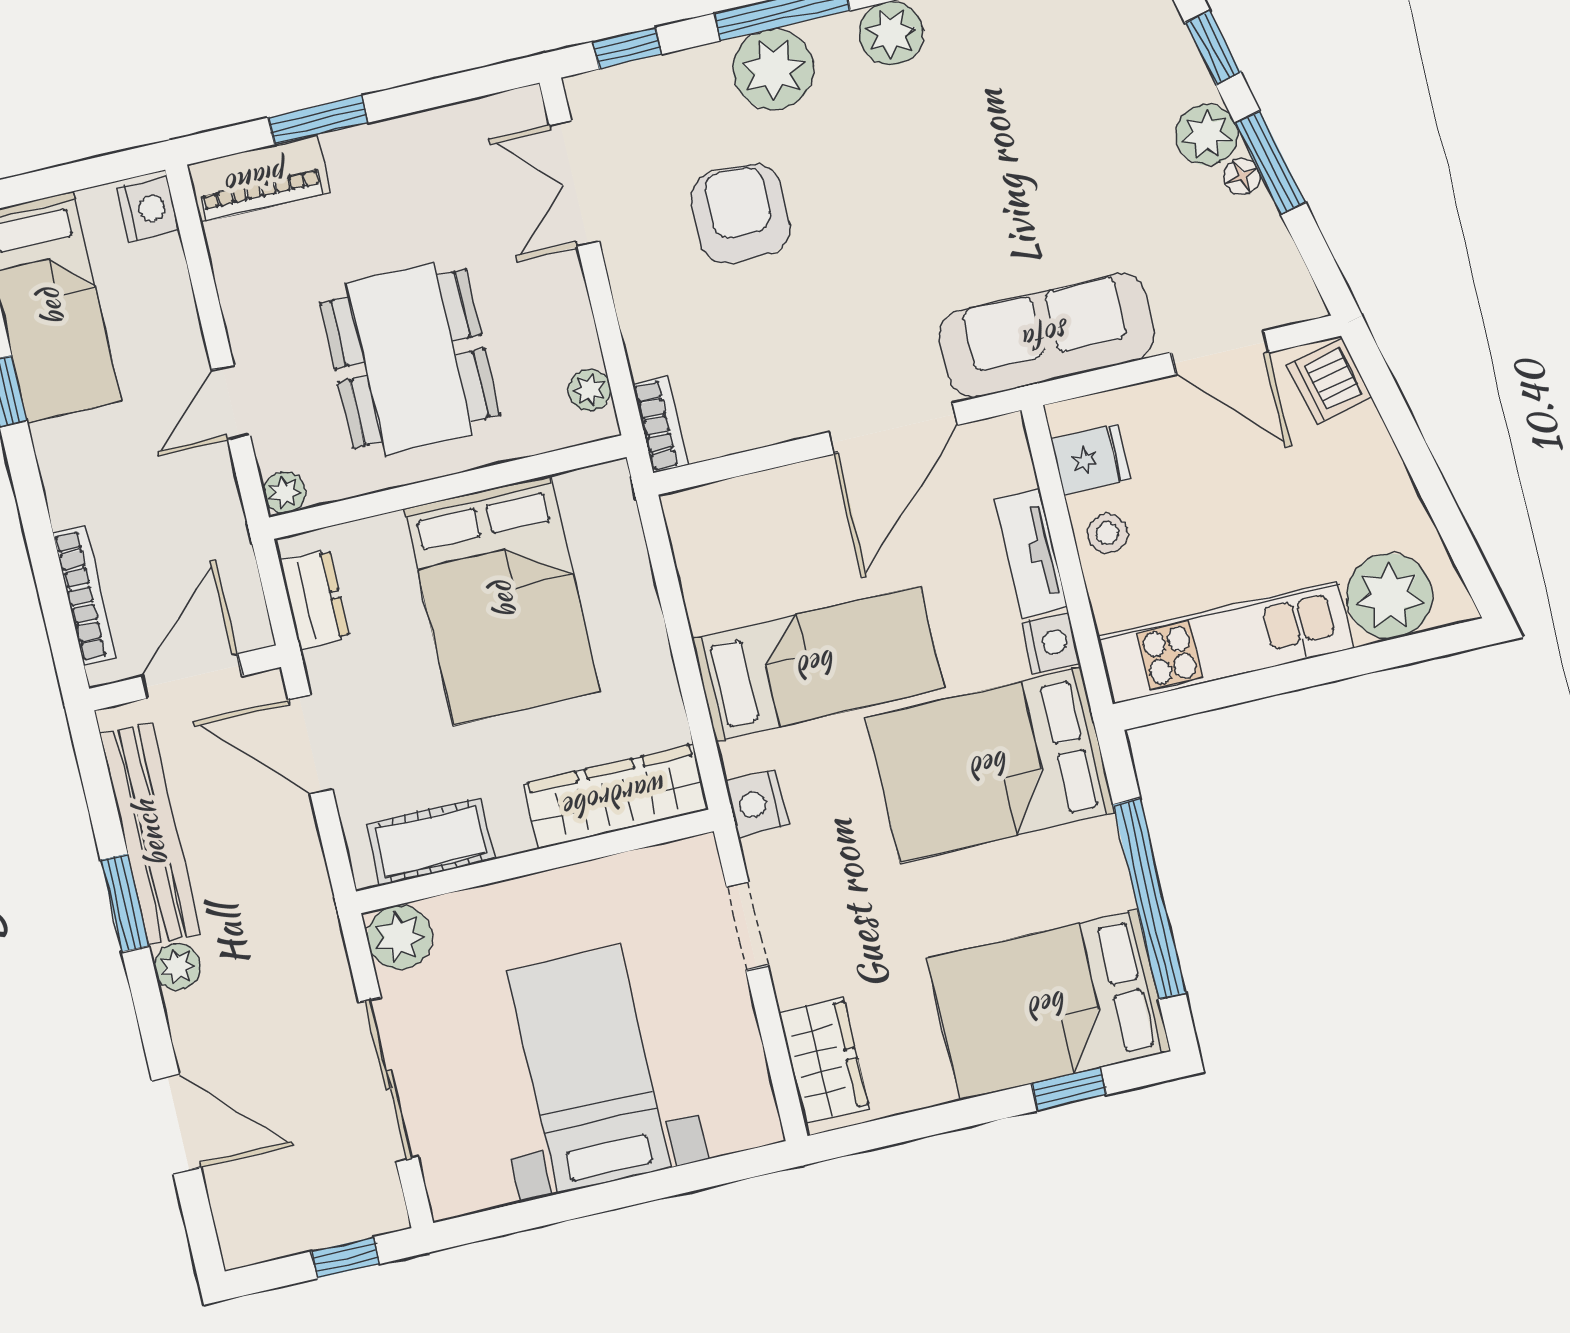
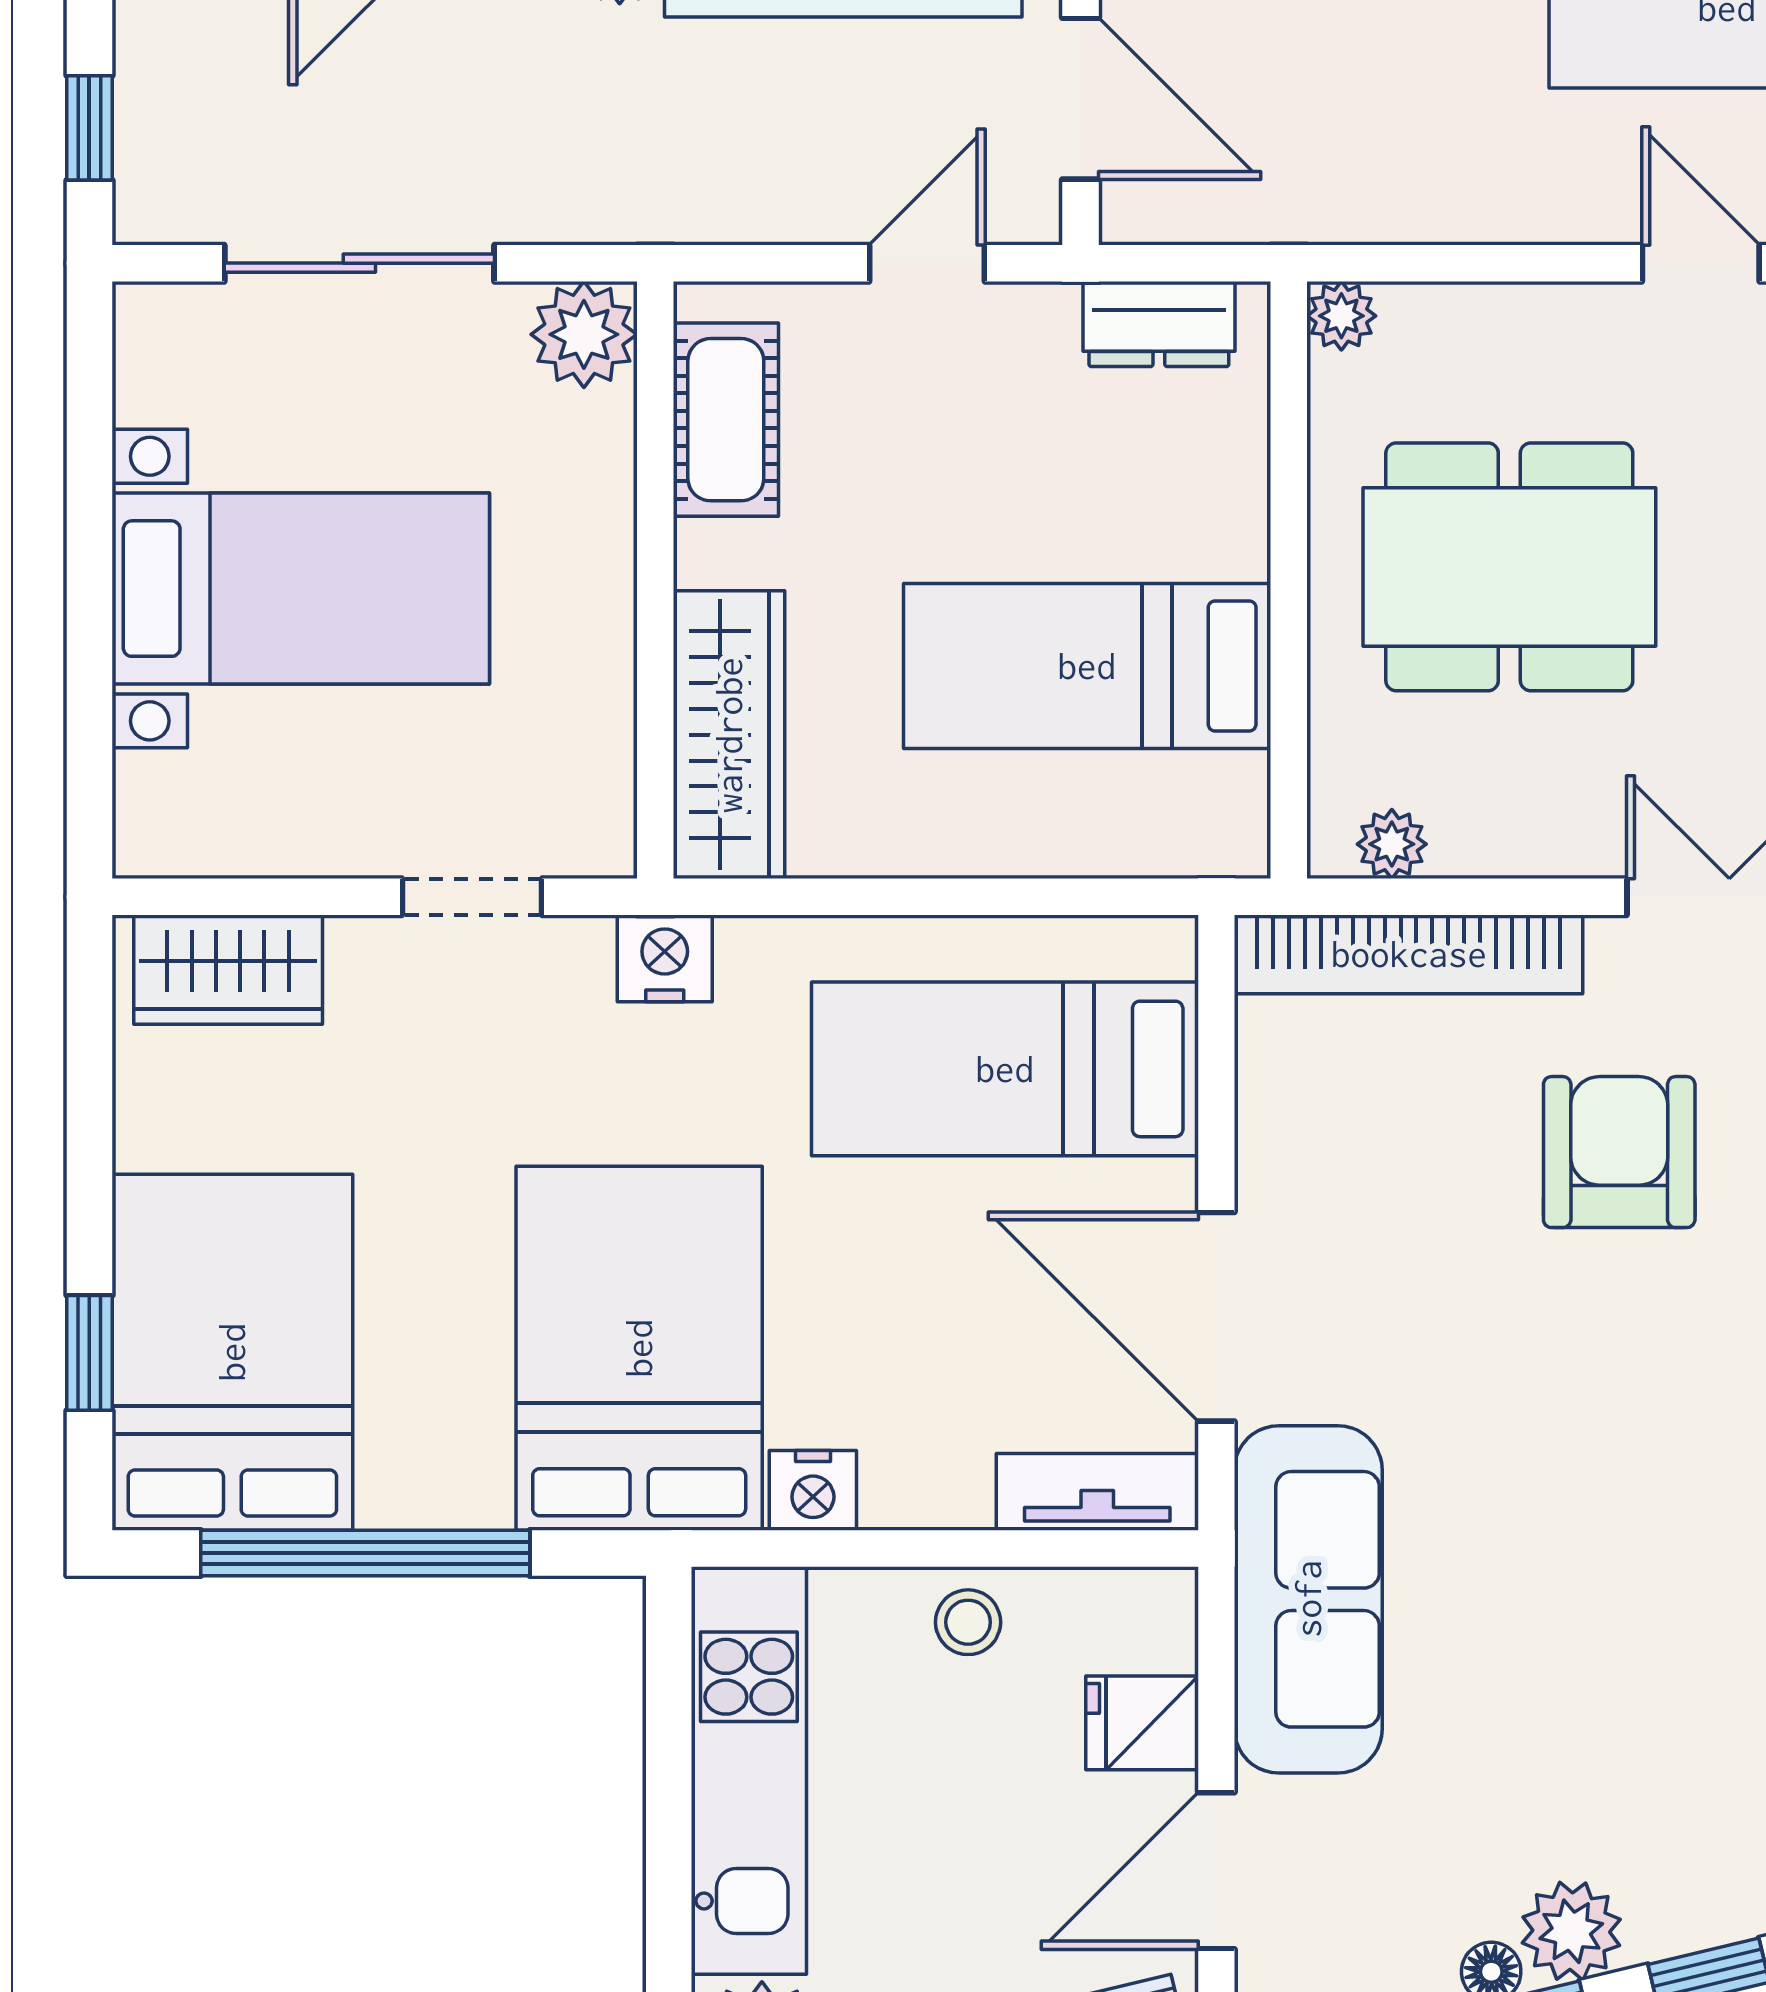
armchair: (740, 213) -> (1619, 1152), turned -90
door: (231, 403) -> (1701, 263), moved
bookcase: (660, 425) -> (1409, 954), width x2.31, depth x1.31
fridge: (1090, 459) -> (1142, 1723), moved, turned 90
tv unit: (1031, 553) -> (1097, 1492), moved
bed: (502, 600) -> (1087, 666), width x0.67
bed: (818, 664) -> (1005, 1069), moved, turned 90
door: (310, 744) -> (927, 263), width x0.73

